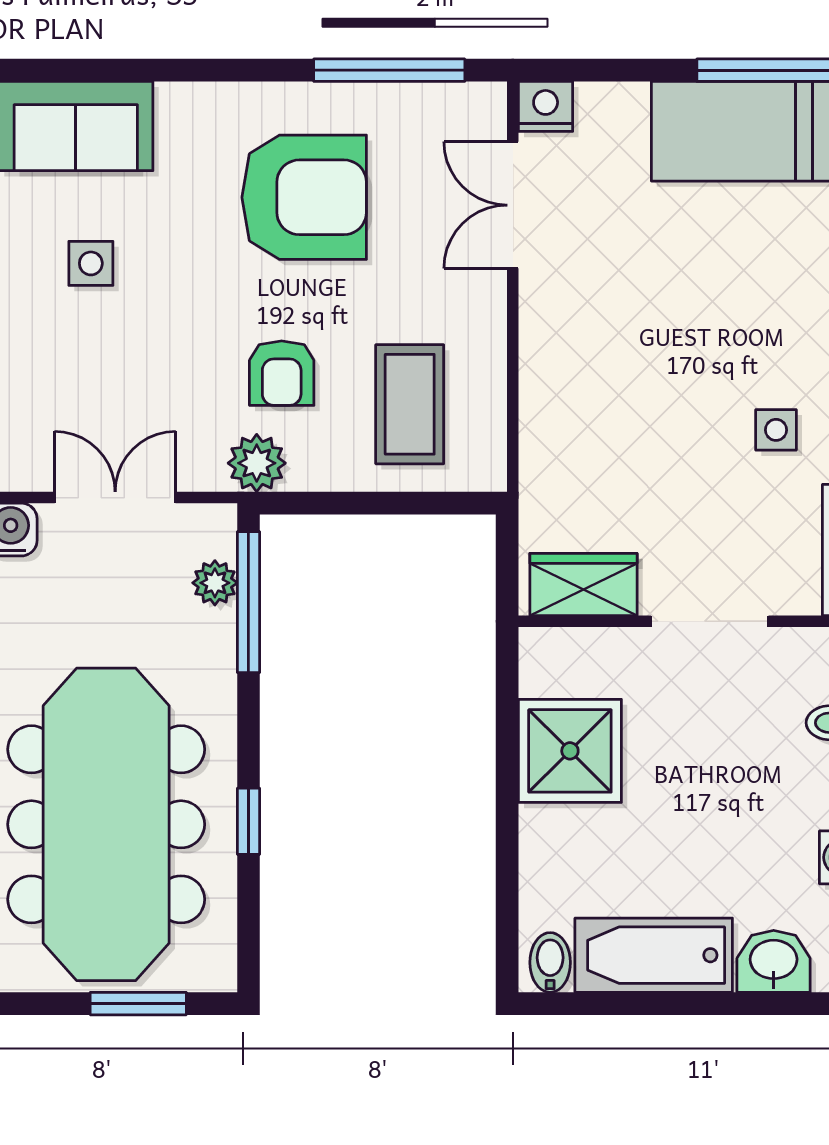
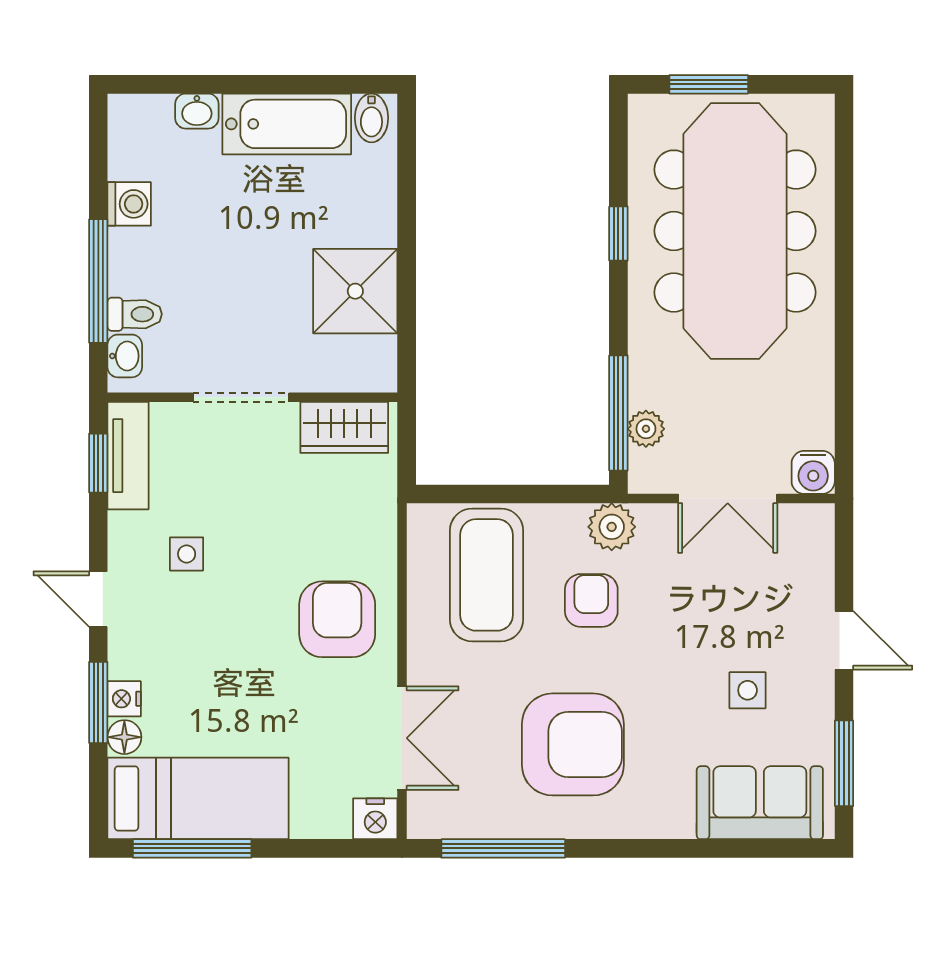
armchair: (304, 197) -> (573, 744), turned 180
armchair: (592, 350) -> (337, 619), added
coffee table: (410, 404) -> (487, 575), width x1.36, depth x1.32
washbasin: (774, 961) -> (197, 111), width x0.72, depth x0.69

